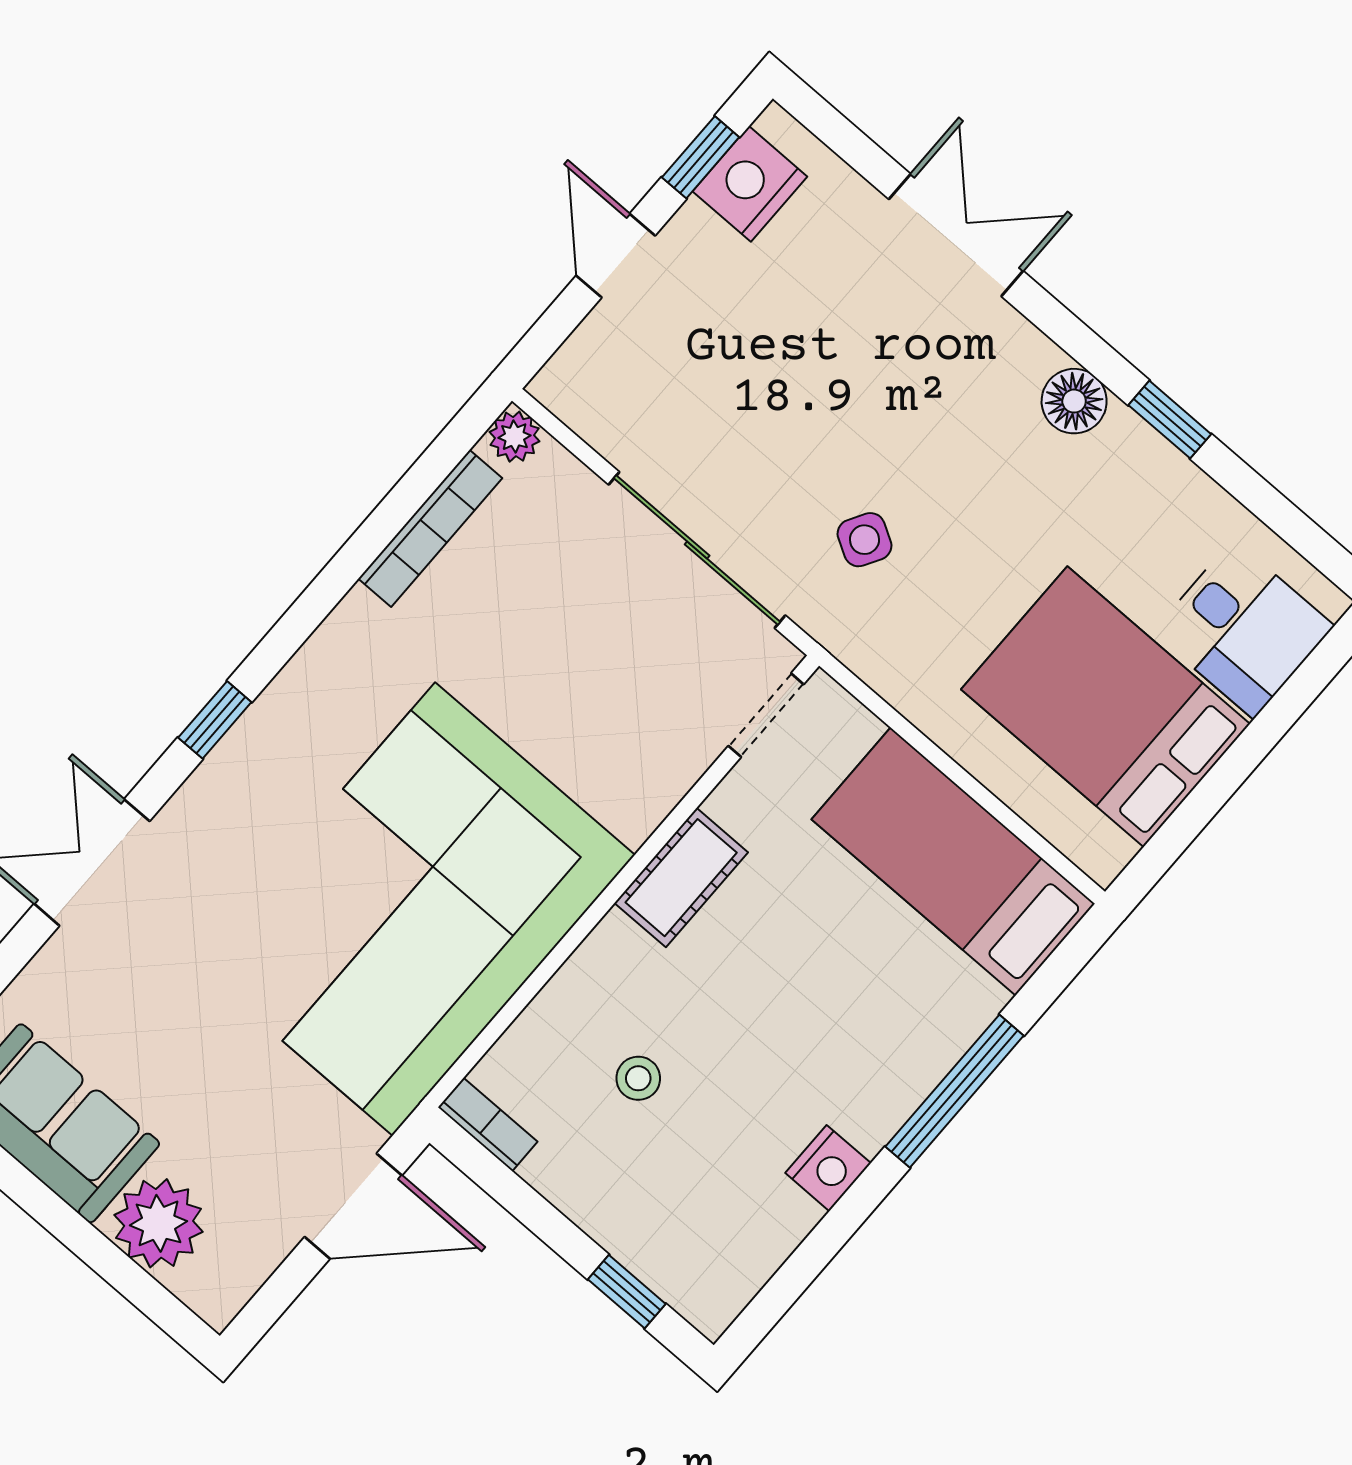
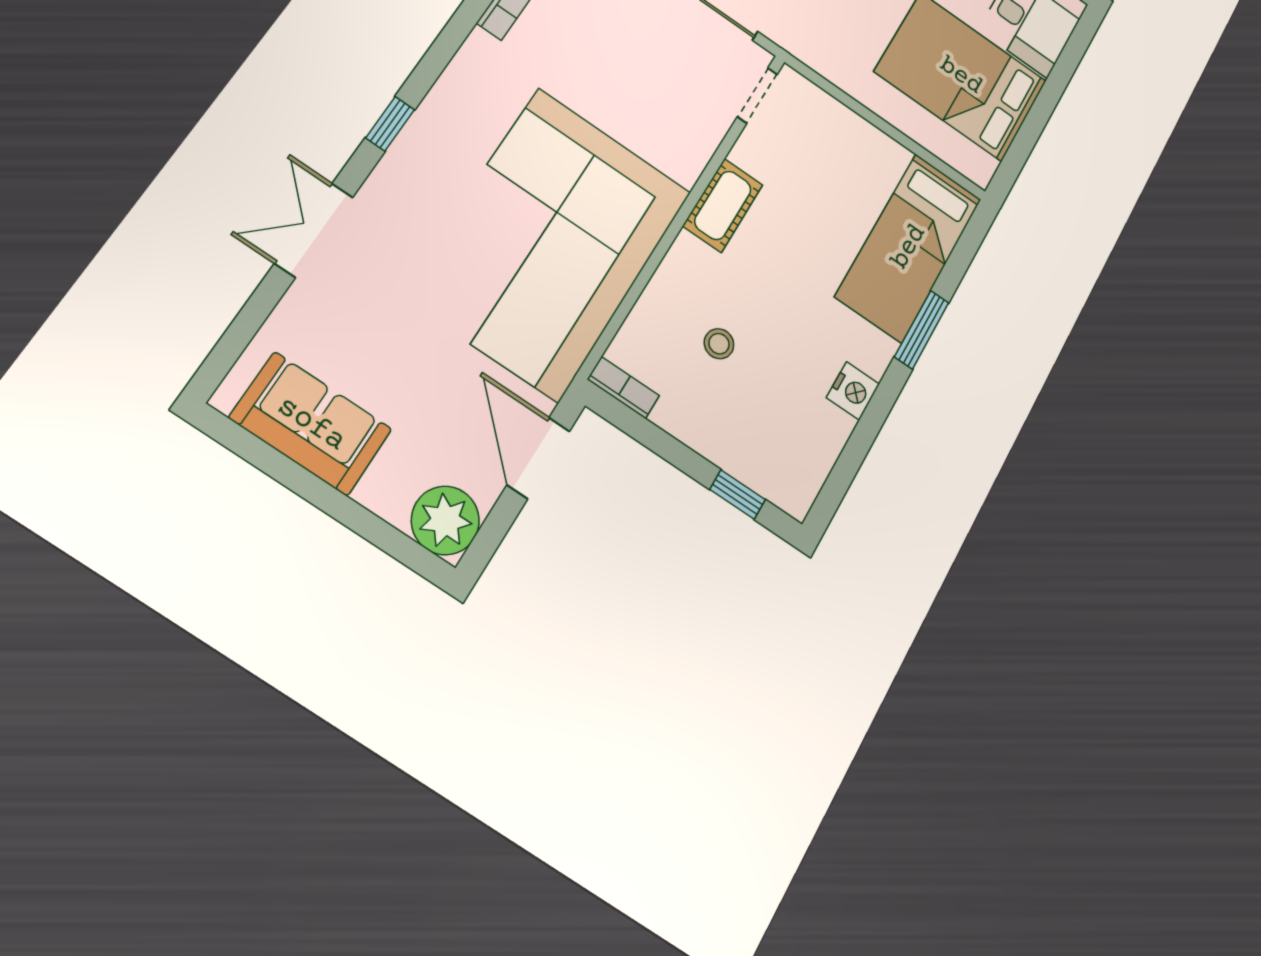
bed: (953, 862) -> (909, 247), moved, turned -90
window: (955, 1091) -> (922, 330), width x0.69
door: (353, 1206) -> (539, 458), swing flipped
plant: (159, 1223) -> (445, 520), moved

